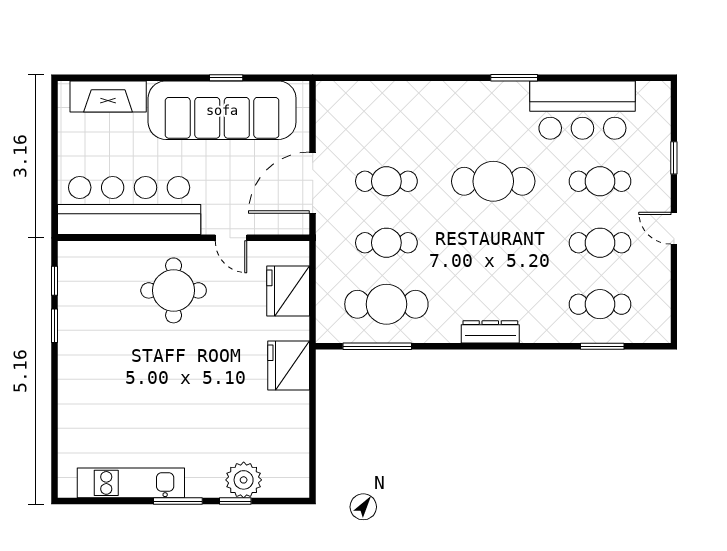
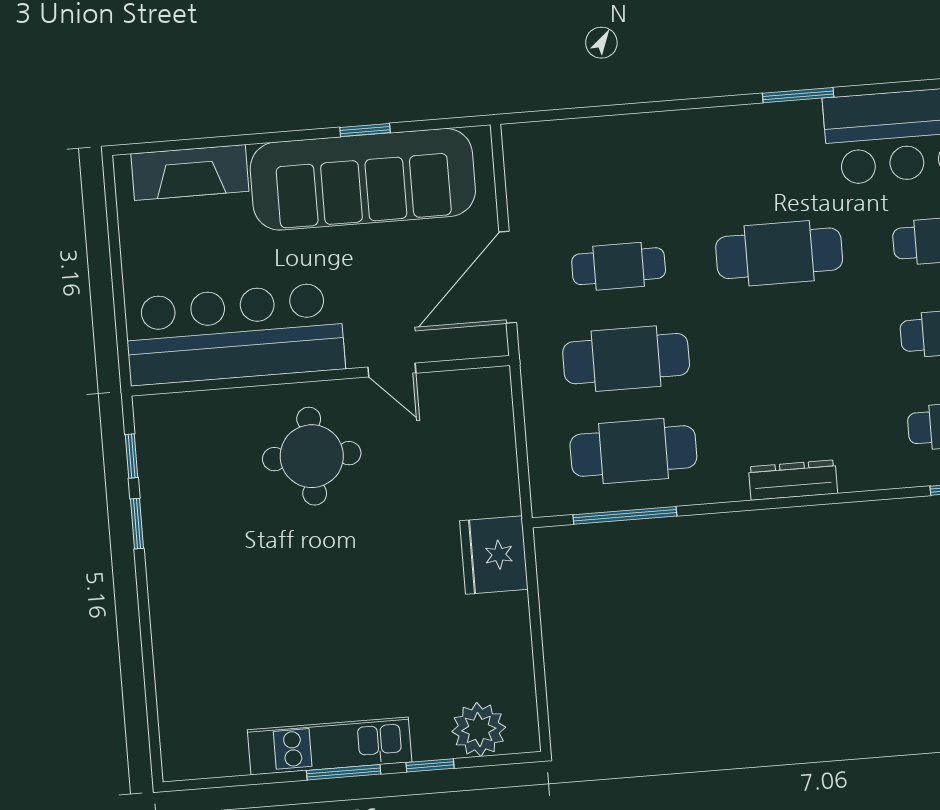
cafe table: (386, 243) -> (626, 359), width x1.37, depth x1.35
fridge: (288, 291) -> (484, 443), removed
plant: (244, 480) -> (479, 729), moved
kitchen unit: (131, 483) -> (330, 746), moved

